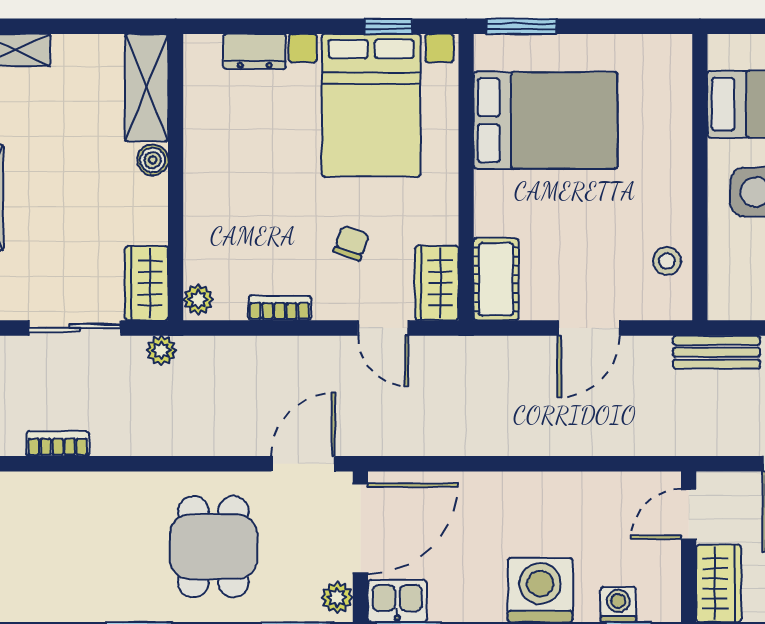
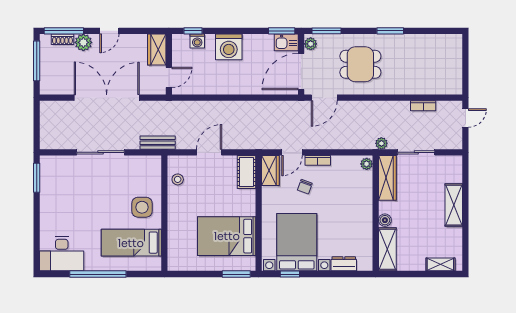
wardrobe: (147, 283) -> (387, 178), width x1.50
bookcase: (280, 308) -> (318, 160), moved
door: (383, 328) -> (292, 152), swing flipped
dining table: (213, 547) -> (360, 64), turned 90

